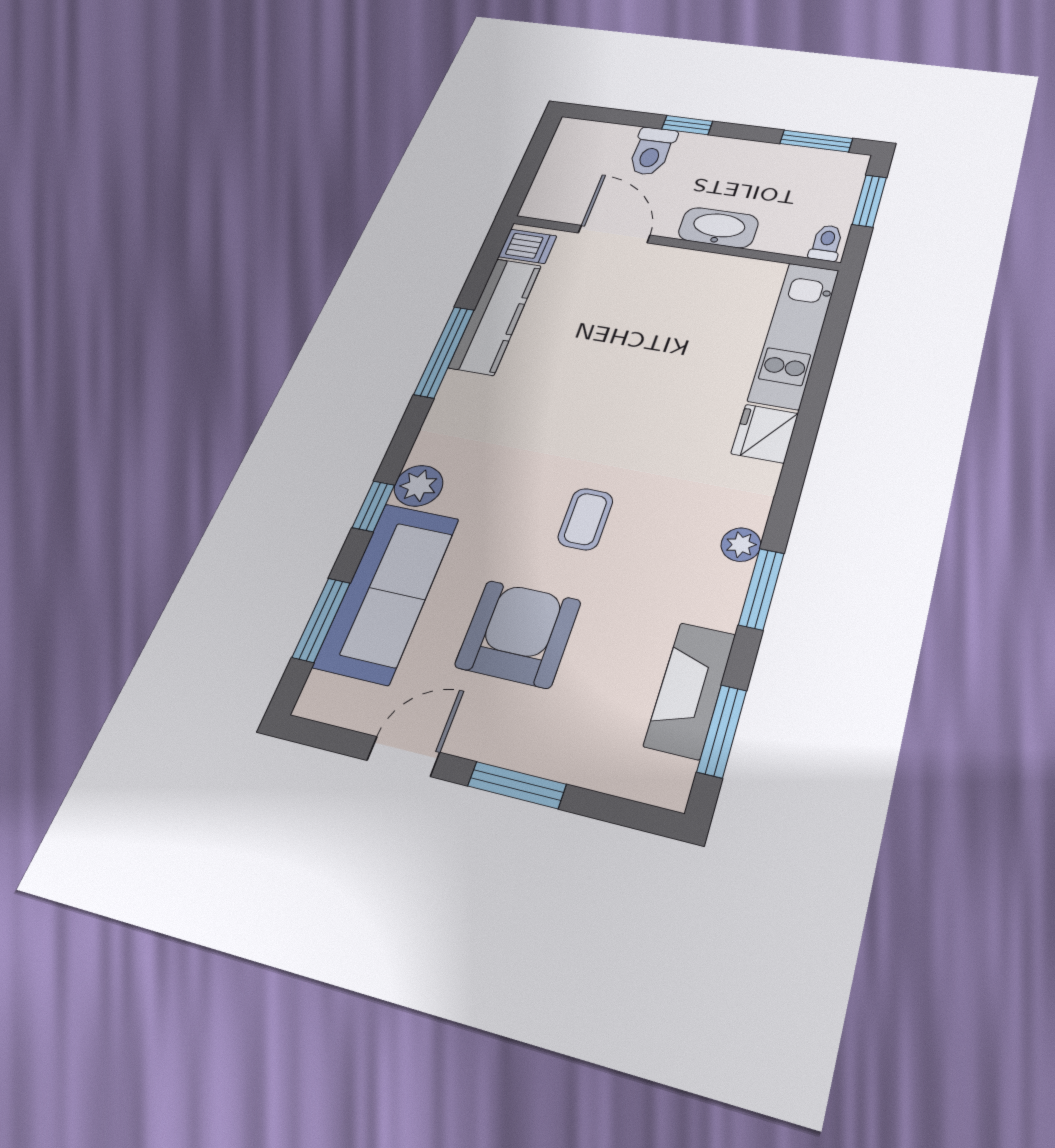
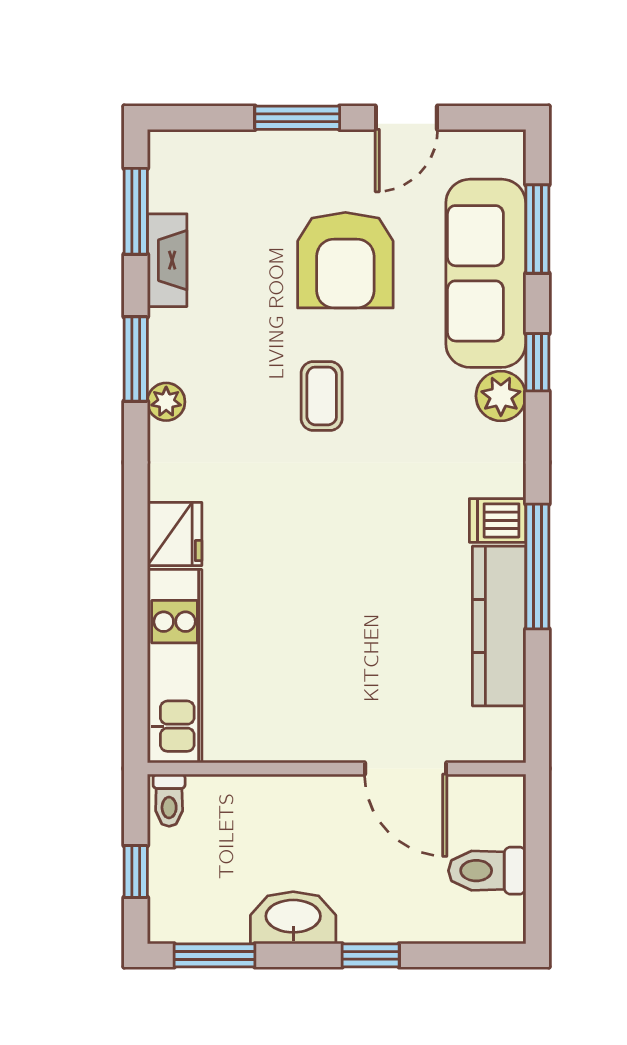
toilet: (652, 151) -> (487, 871), moved, turned -90
window: (869, 201) -> (136, 872), width x0.67
washbasin: (718, 228) -> (293, 918), moved, turned 180
dishwasher: (528, 246) -> (498, 520), moved
fireplace: (690, 690) -> (167, 260), width x0.73, depth x0.76

